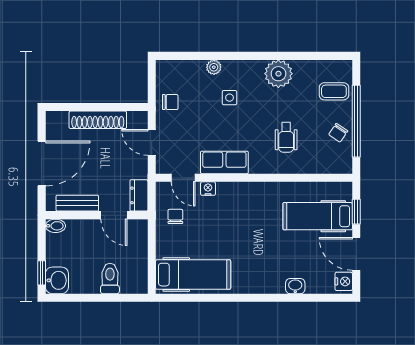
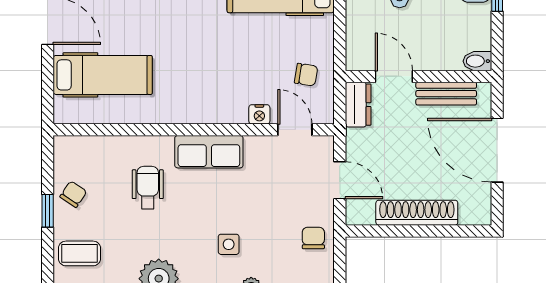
chair: (170, 102) -> (313, 238), turned 90
window: (356, 121) -> (48, 211), width x0.32
row of seats: (224, 162) -> (209, 152), moved
door: (42, 164) -> (497, 150), hinge flipped
window: (356, 212) -> (48, 82), removed
chair: (175, 216) -> (306, 75), turned -81

